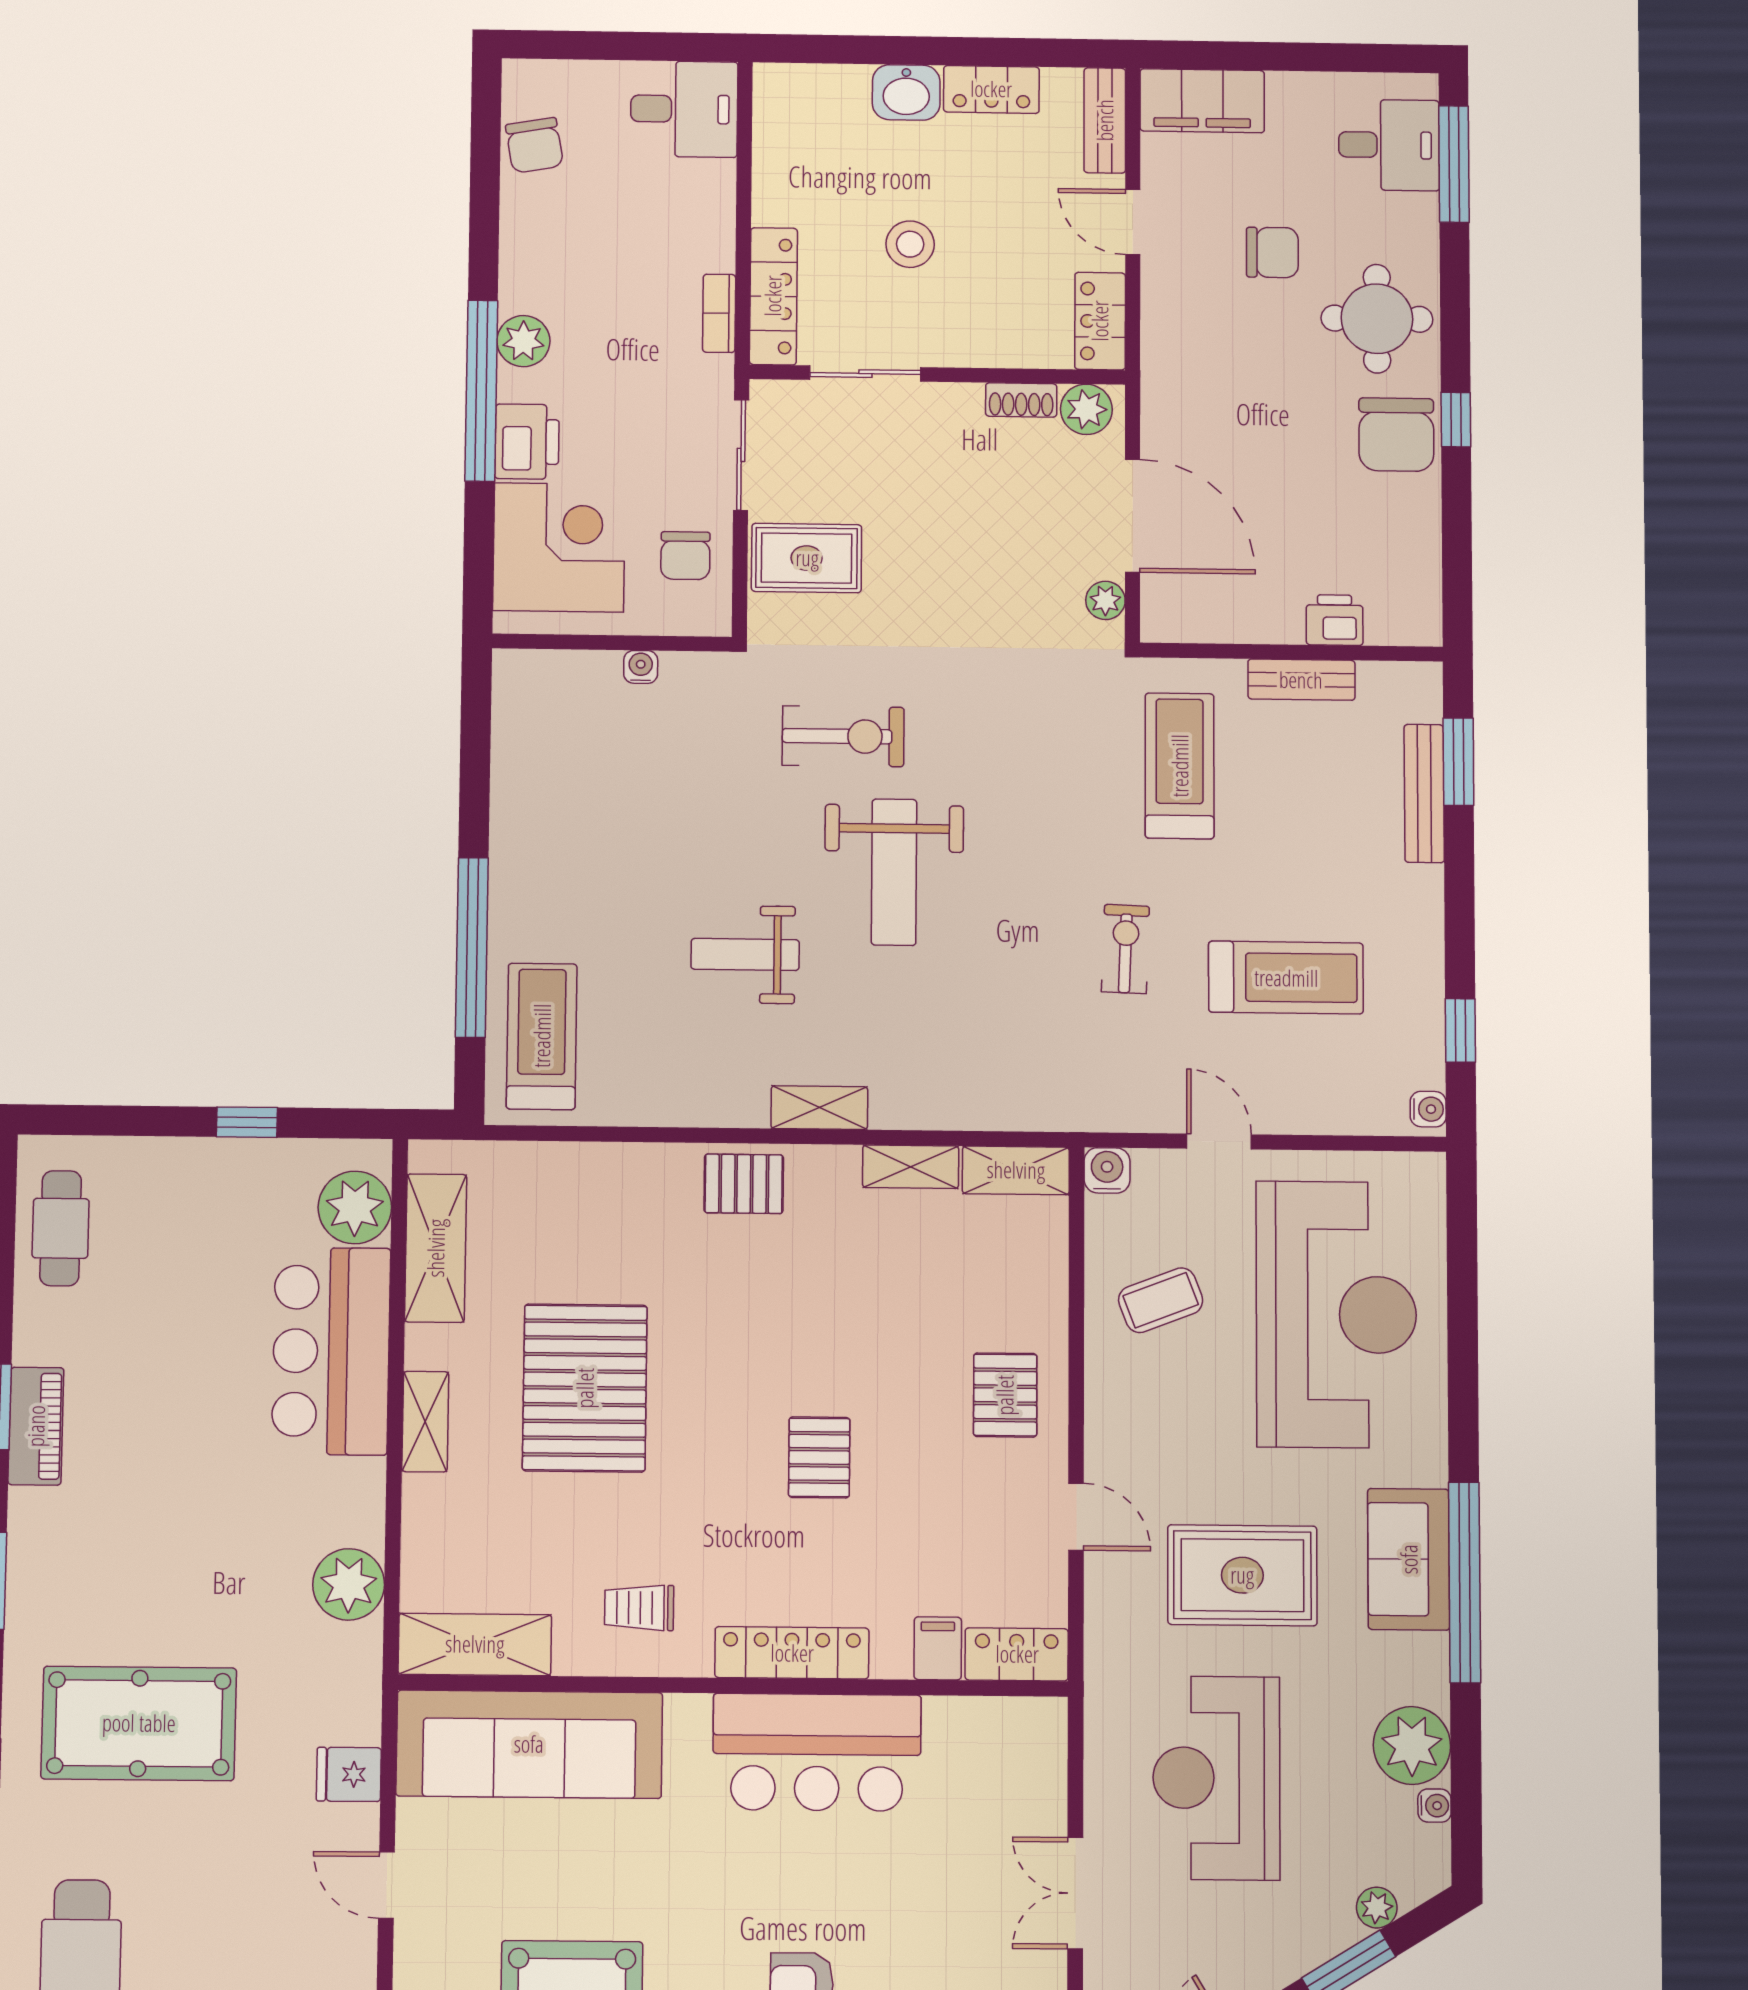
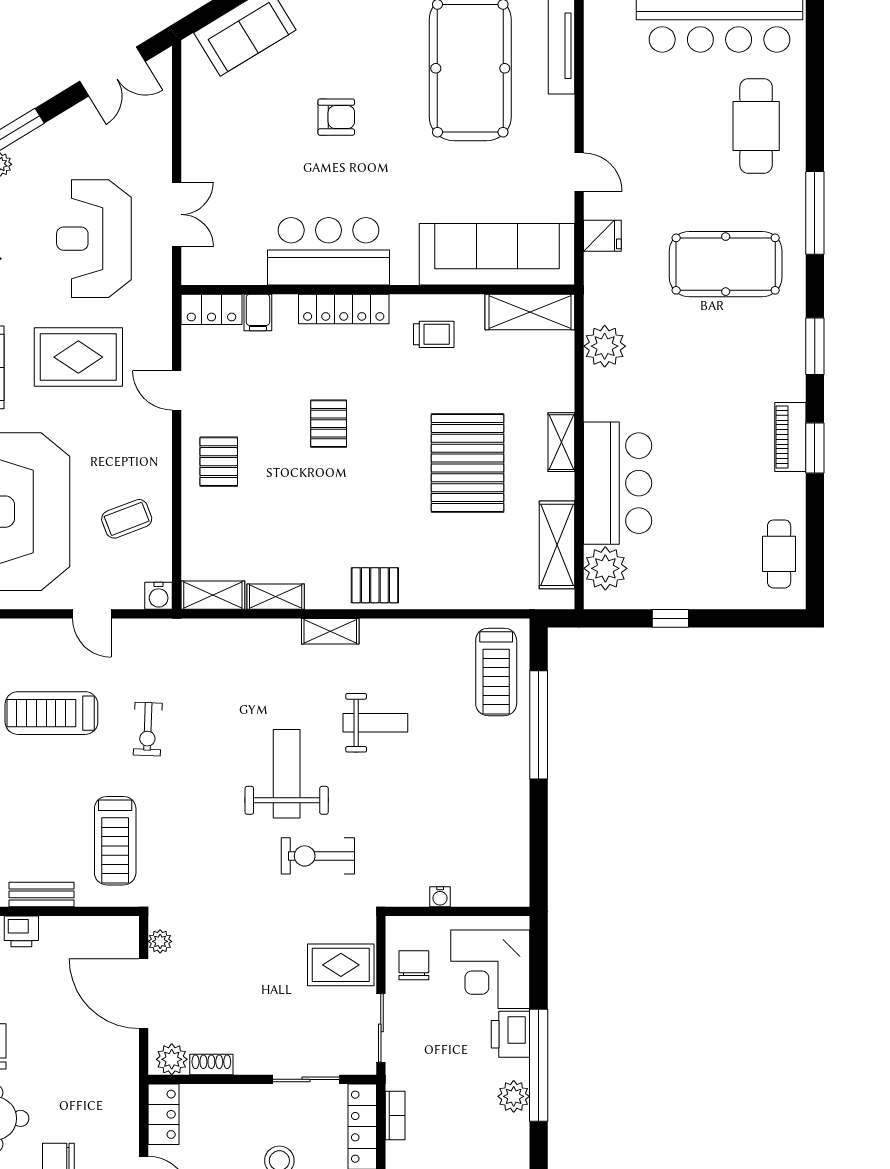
reception desk: (1216, 1778) -> (94, 239), turned 180
double door: (1075, 1893) -> (177, 214), moved

